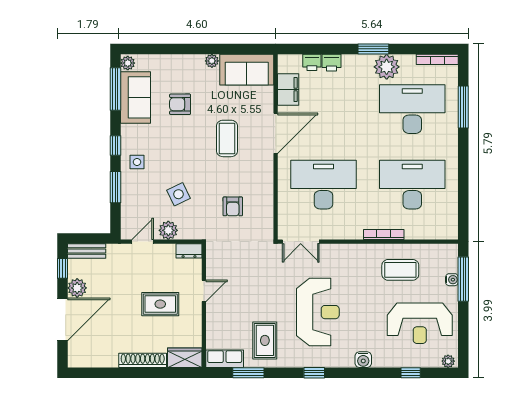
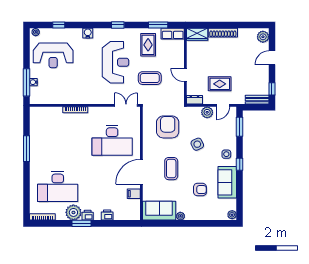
printer: (312, 62) -> (88, 215), moved
window: (115, 89) -> (240, 199), removed
filing cabinet: (288, 89) -> (134, 194), width x0.50
sofa: (135, 97) -> (227, 182), moved
window: (463, 107) -> (27, 149), moved
desk: (412, 185) -> (58, 140), removed
window: (115, 187) -> (240, 127), moved
side table: (178, 194) -> (197, 144), moved
armchair: (233, 206) -> (168, 127), width x1.88, depth x1.88
coffee table: (400, 270) -> (150, 78), moved
plant: (77, 288) -> (263, 37), moved
door: (204, 291) -> (185, 75), hinge flipped
rug: (160, 304) -> (220, 84), moved
reception desk: (318, 312) -> (116, 62), turned 180
door: (62, 319) -> (272, 58), width x0.53
reception desk: (420, 323) -> (53, 55), turned 180

